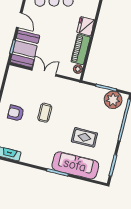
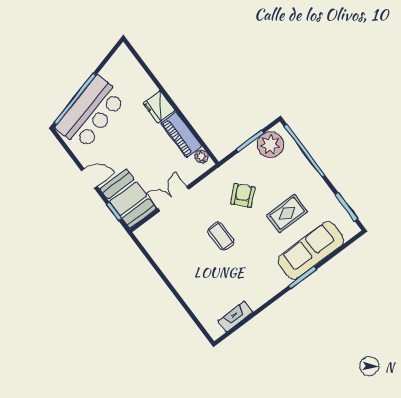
armchair: (16, 113) -> (243, 195), moved, turned 138

